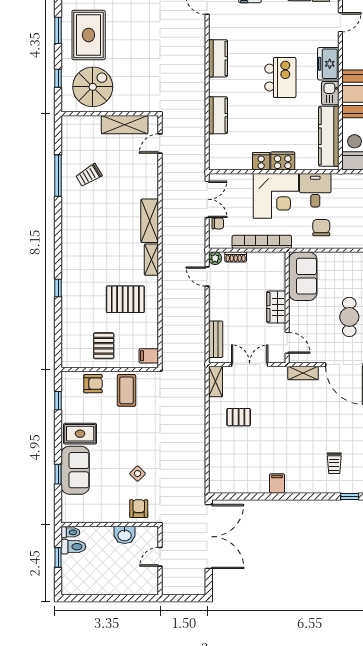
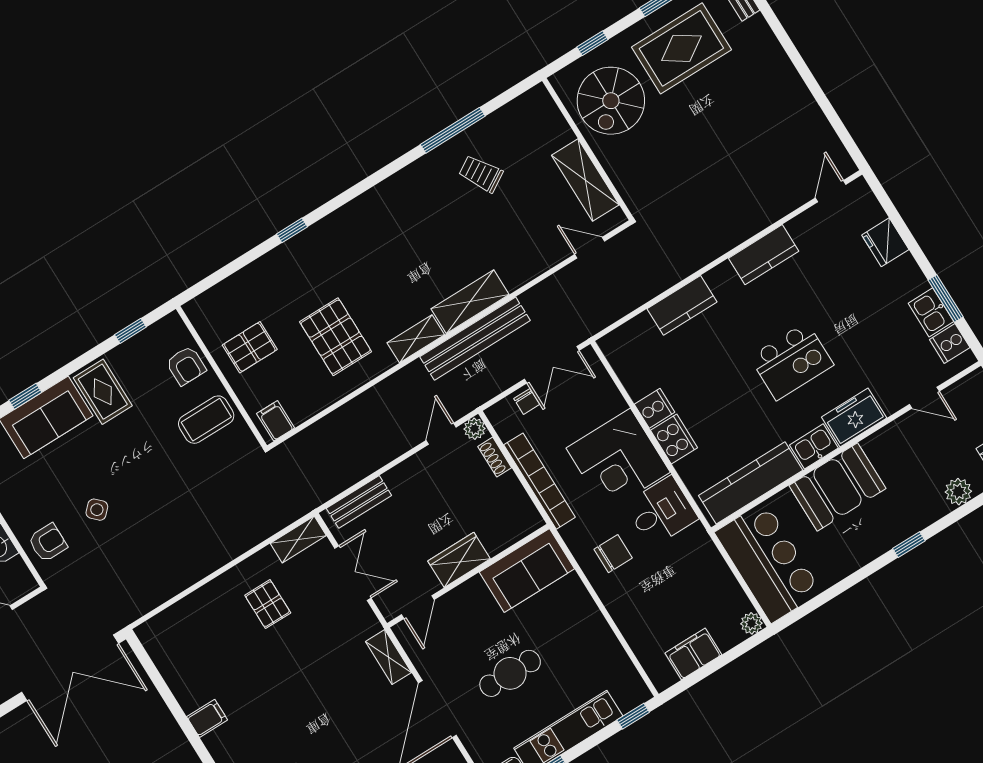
spiral stairs: (93, 87) -> (611, 101), turned 90
bench: (170, 230) -> (475, 339), added

